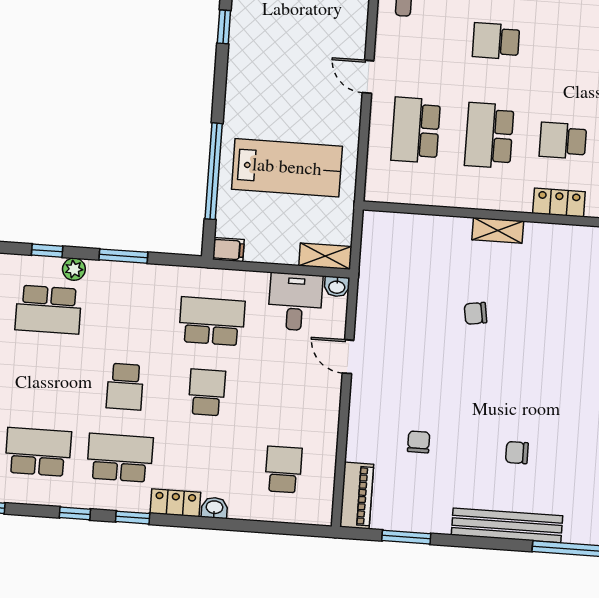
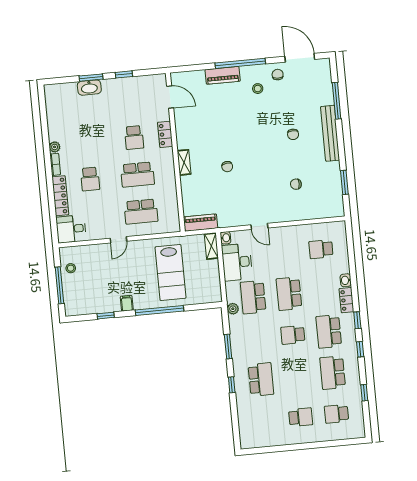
lab bench: (287, 168) -> (170, 273), turned 180
window: (214, 171) -> (159, 310), moved
filing cabinet: (228, 250) -> (127, 303), moved
plant: (74, 269) -> (233, 309), moved
desk: (295, 302) -> (237, 262), width x1.37
door: (348, 357) -> (259, 226), hinge flipped
school desk: (125, 387) -> (293, 335), turned 180
school desk: (207, 392) -> (289, 294), width x1.85
piano: (357, 496) -> (201, 223), moved

